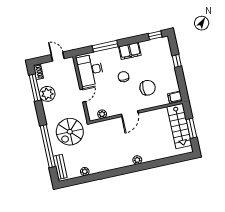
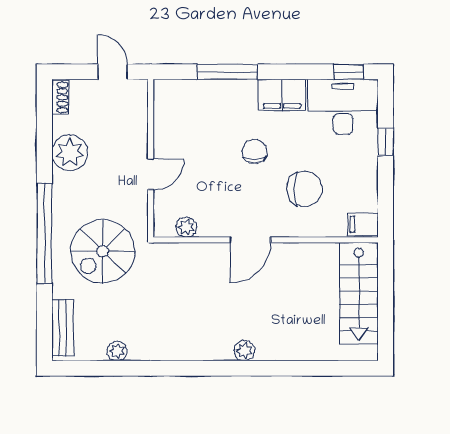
desk: (90, 70) -> (343, 107), moved, turned 90
window: (35, 88) -> (44, 132), removed
window: (191, 128) -> (385, 305), removed
window: (48, 146) -> (44, 233), moved

